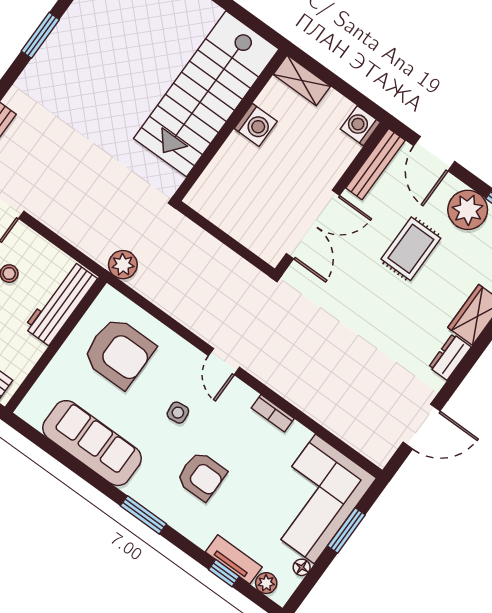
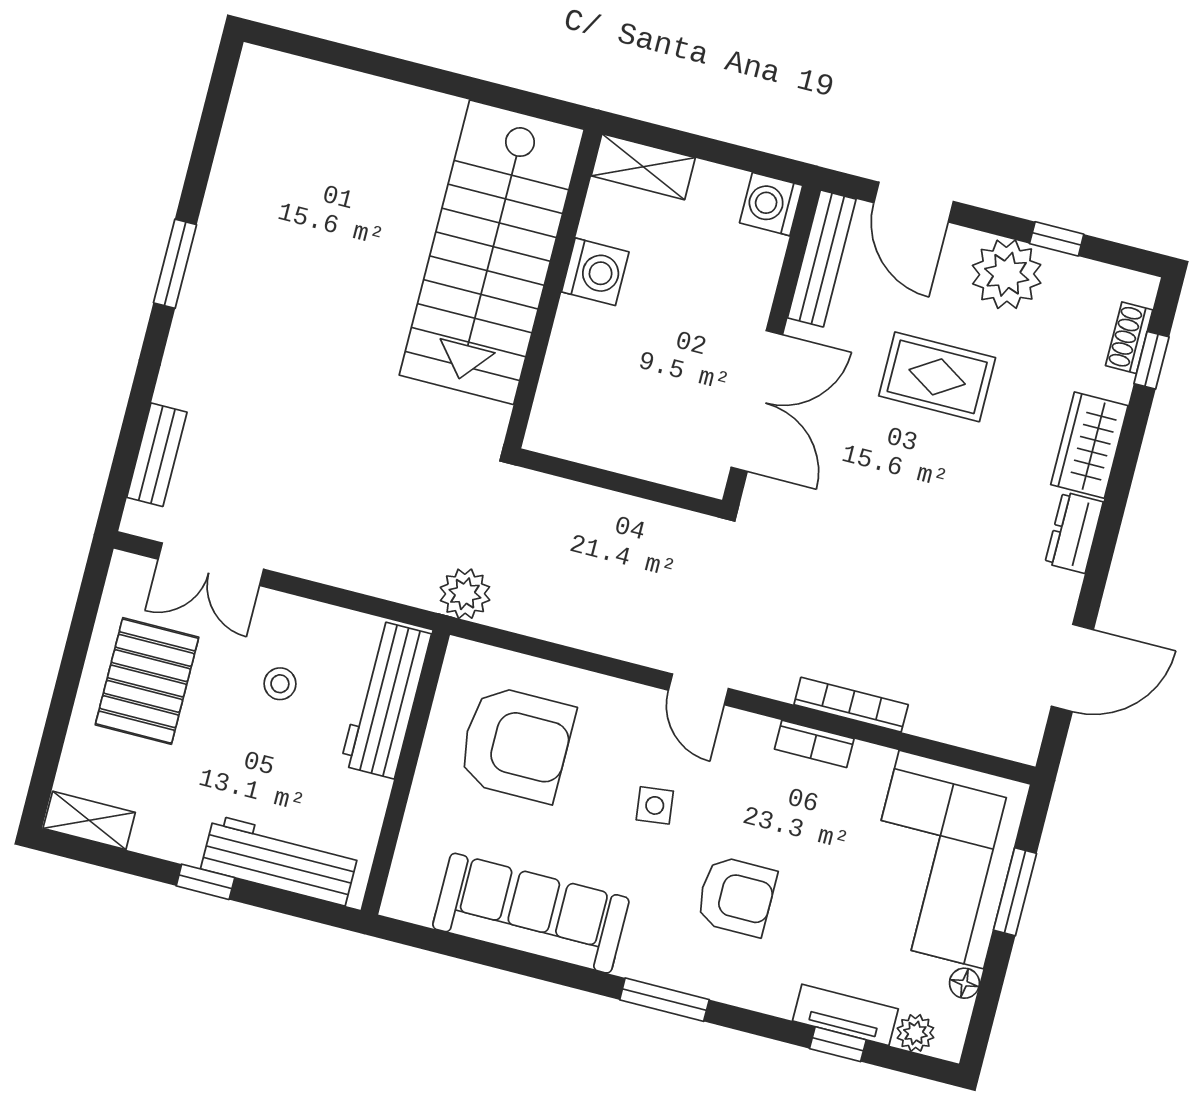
rug: (411, 249) -> (937, 377), turned 90
bookcase: (300, 400) -> (851, 705), added

